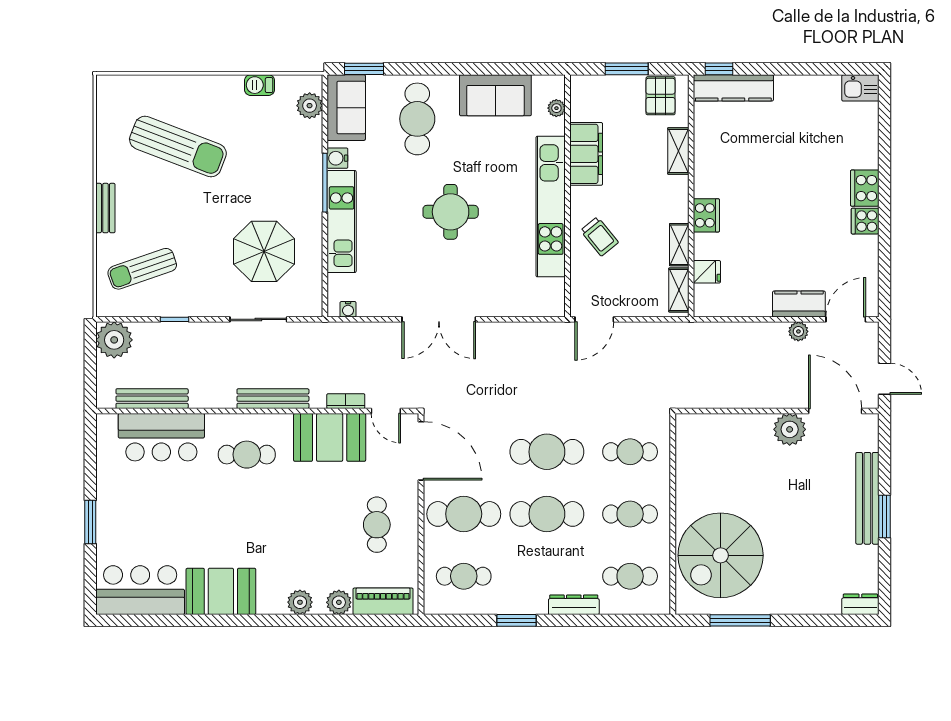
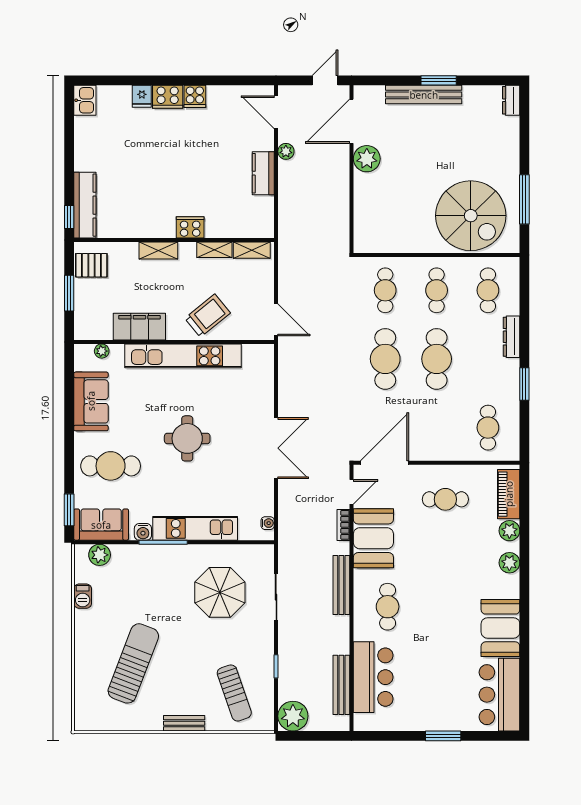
shelving: (678, 151) -> (158, 251), moved
trolley: (599, 236) -> (208, 316), width x1.36, depth x1.39
fridge: (707, 272) -> (142, 96), moved, turned 180
kitchen counter: (799, 304) -> (263, 173), moved
cafe table: (464, 514) -> (437, 428), removed

